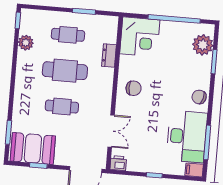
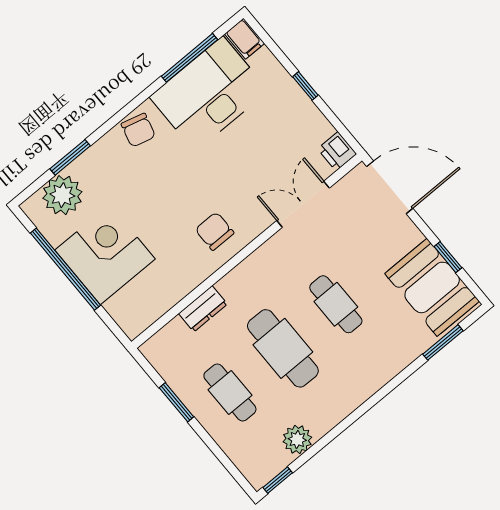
corner desk: (140, 37) -> (105, 255), moved

